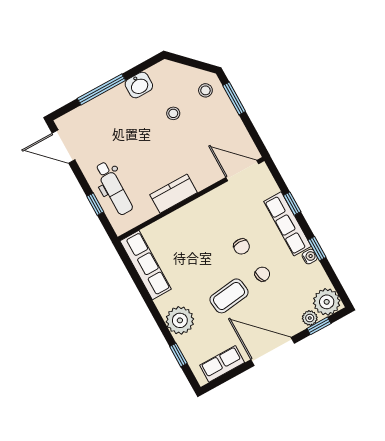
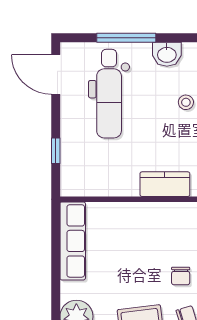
dental chair: (114, 188) -> (109, 94), moved, width x1.36, depth x1.38
kitchen counter: (174, 194) -> (165, 184), moved

